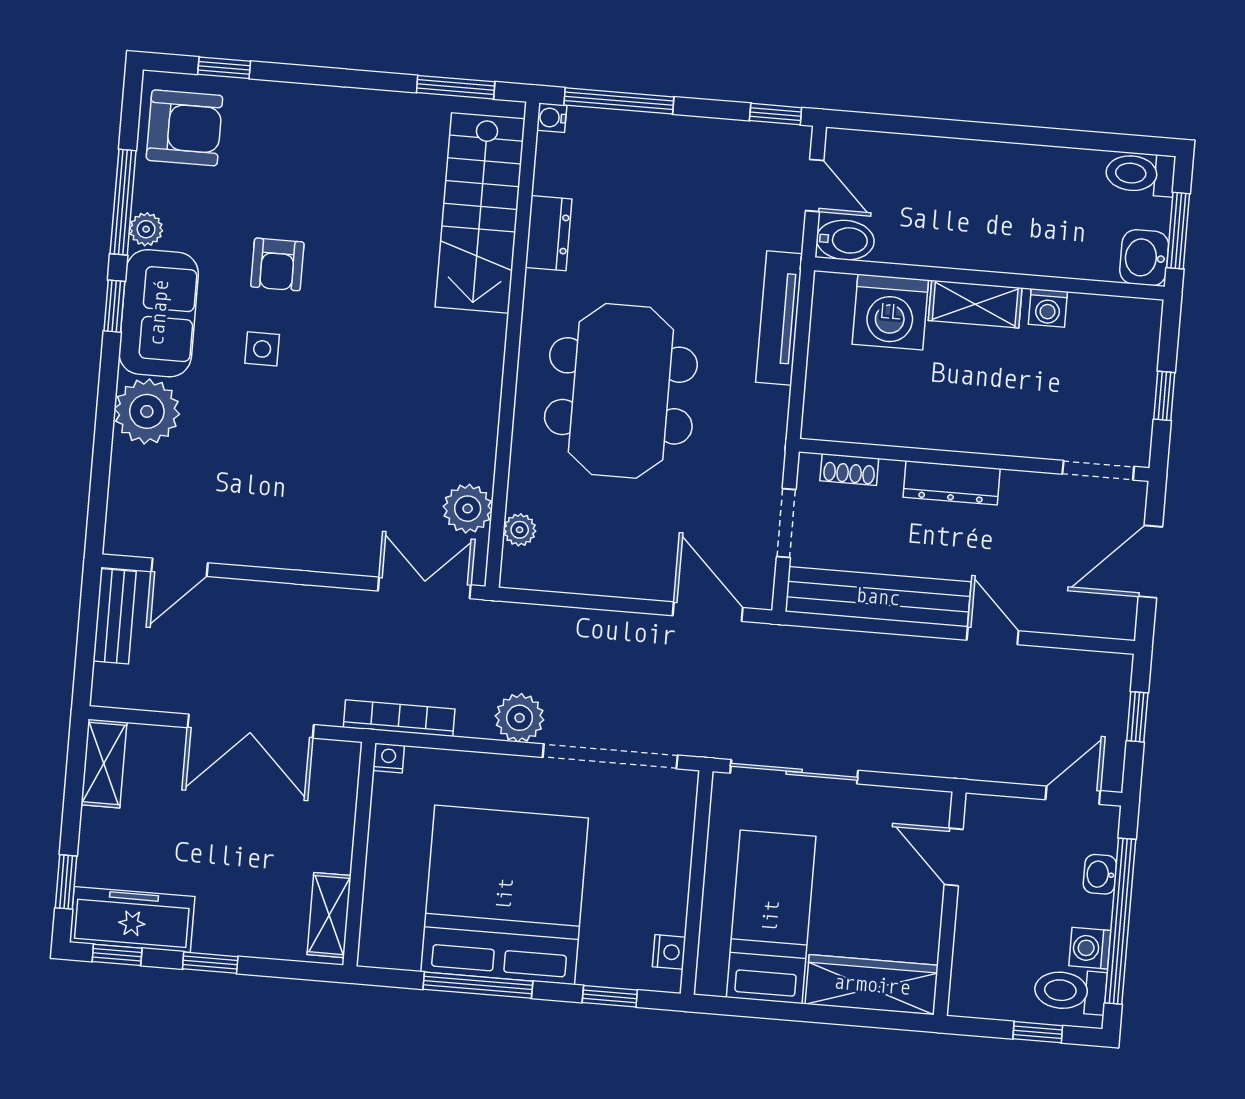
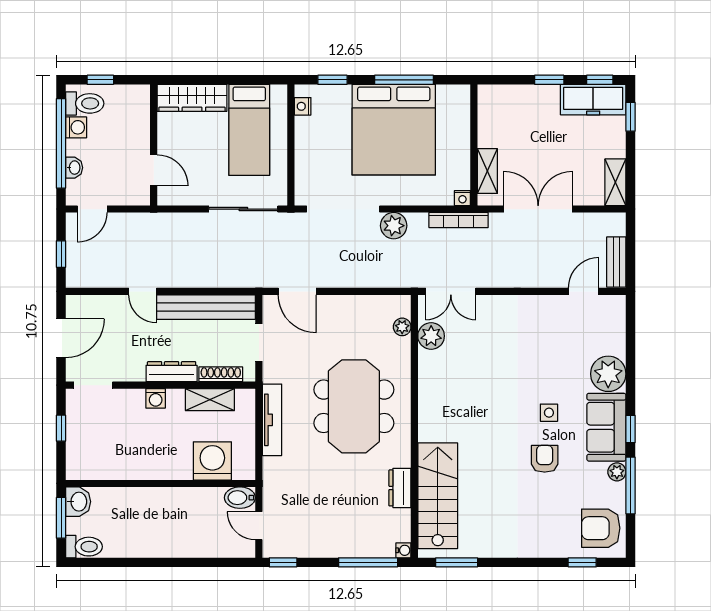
shelving: (975, 304) -> (210, 400), moved
washing machine: (1048, 308) -> (156, 398), moved, turned 180
tv unit: (779, 318) -> (272, 420), moved
shoe rack: (849, 470) -> (221, 374), width x1.43
shelving: (329, 915) -> (487, 171), moved

